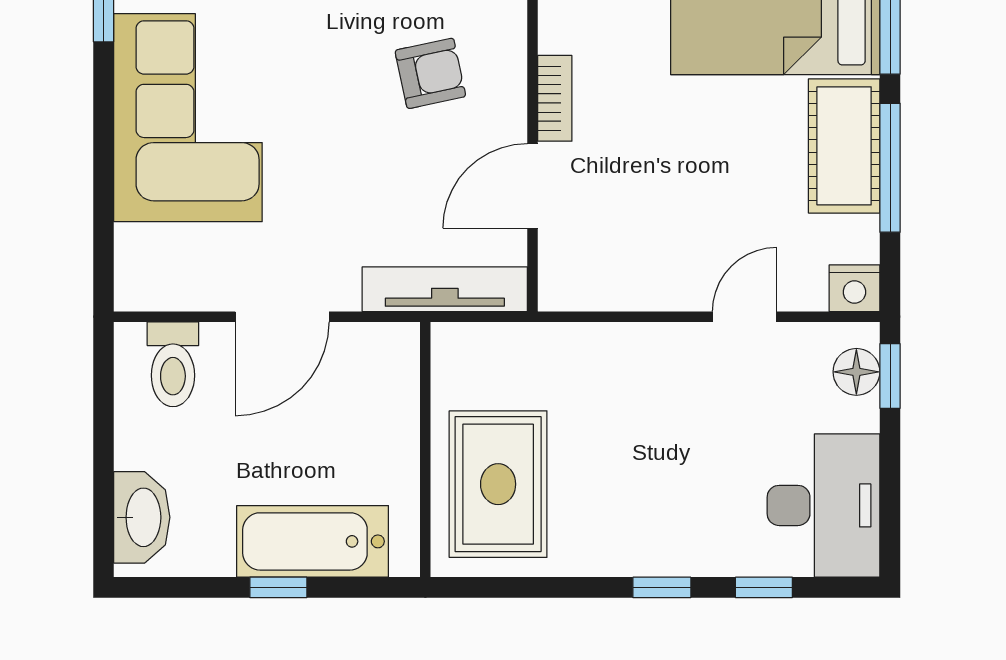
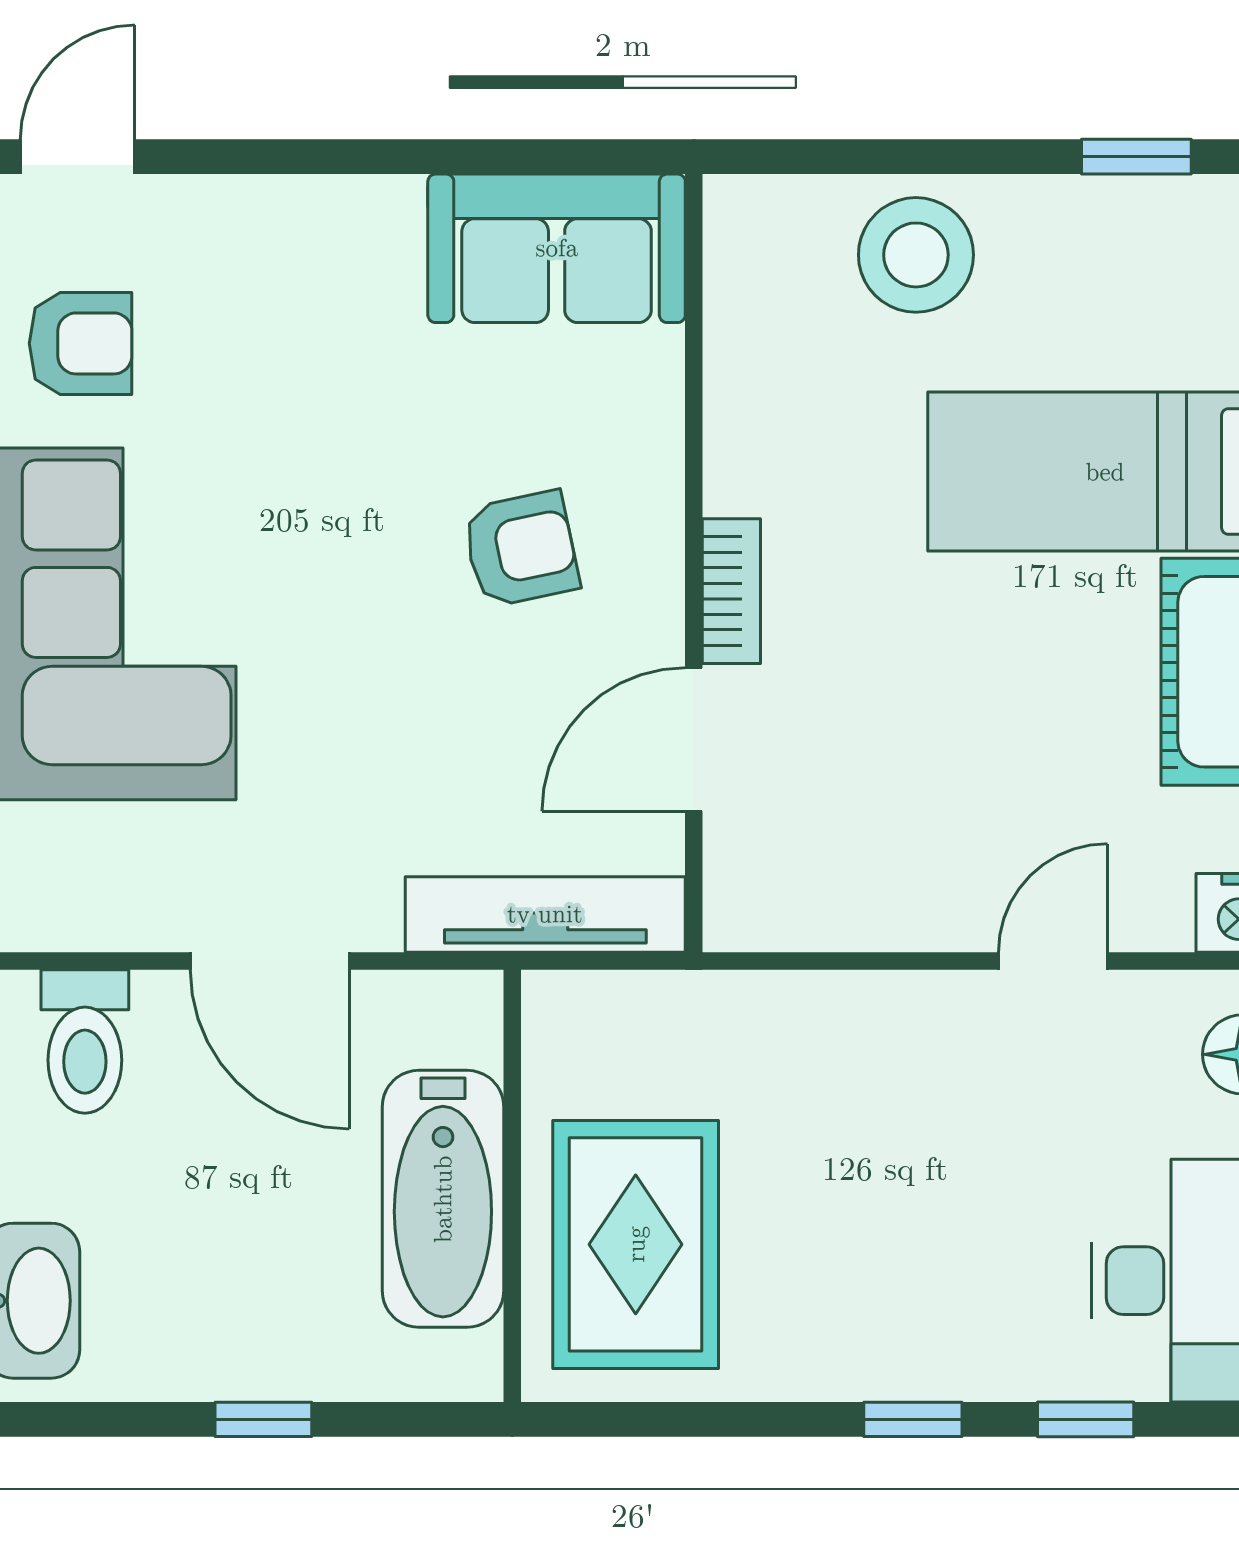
door: (282, 317) -> (270, 961), hinge flipped
bathtub: (313, 541) -> (443, 1199), moved, turned -90

